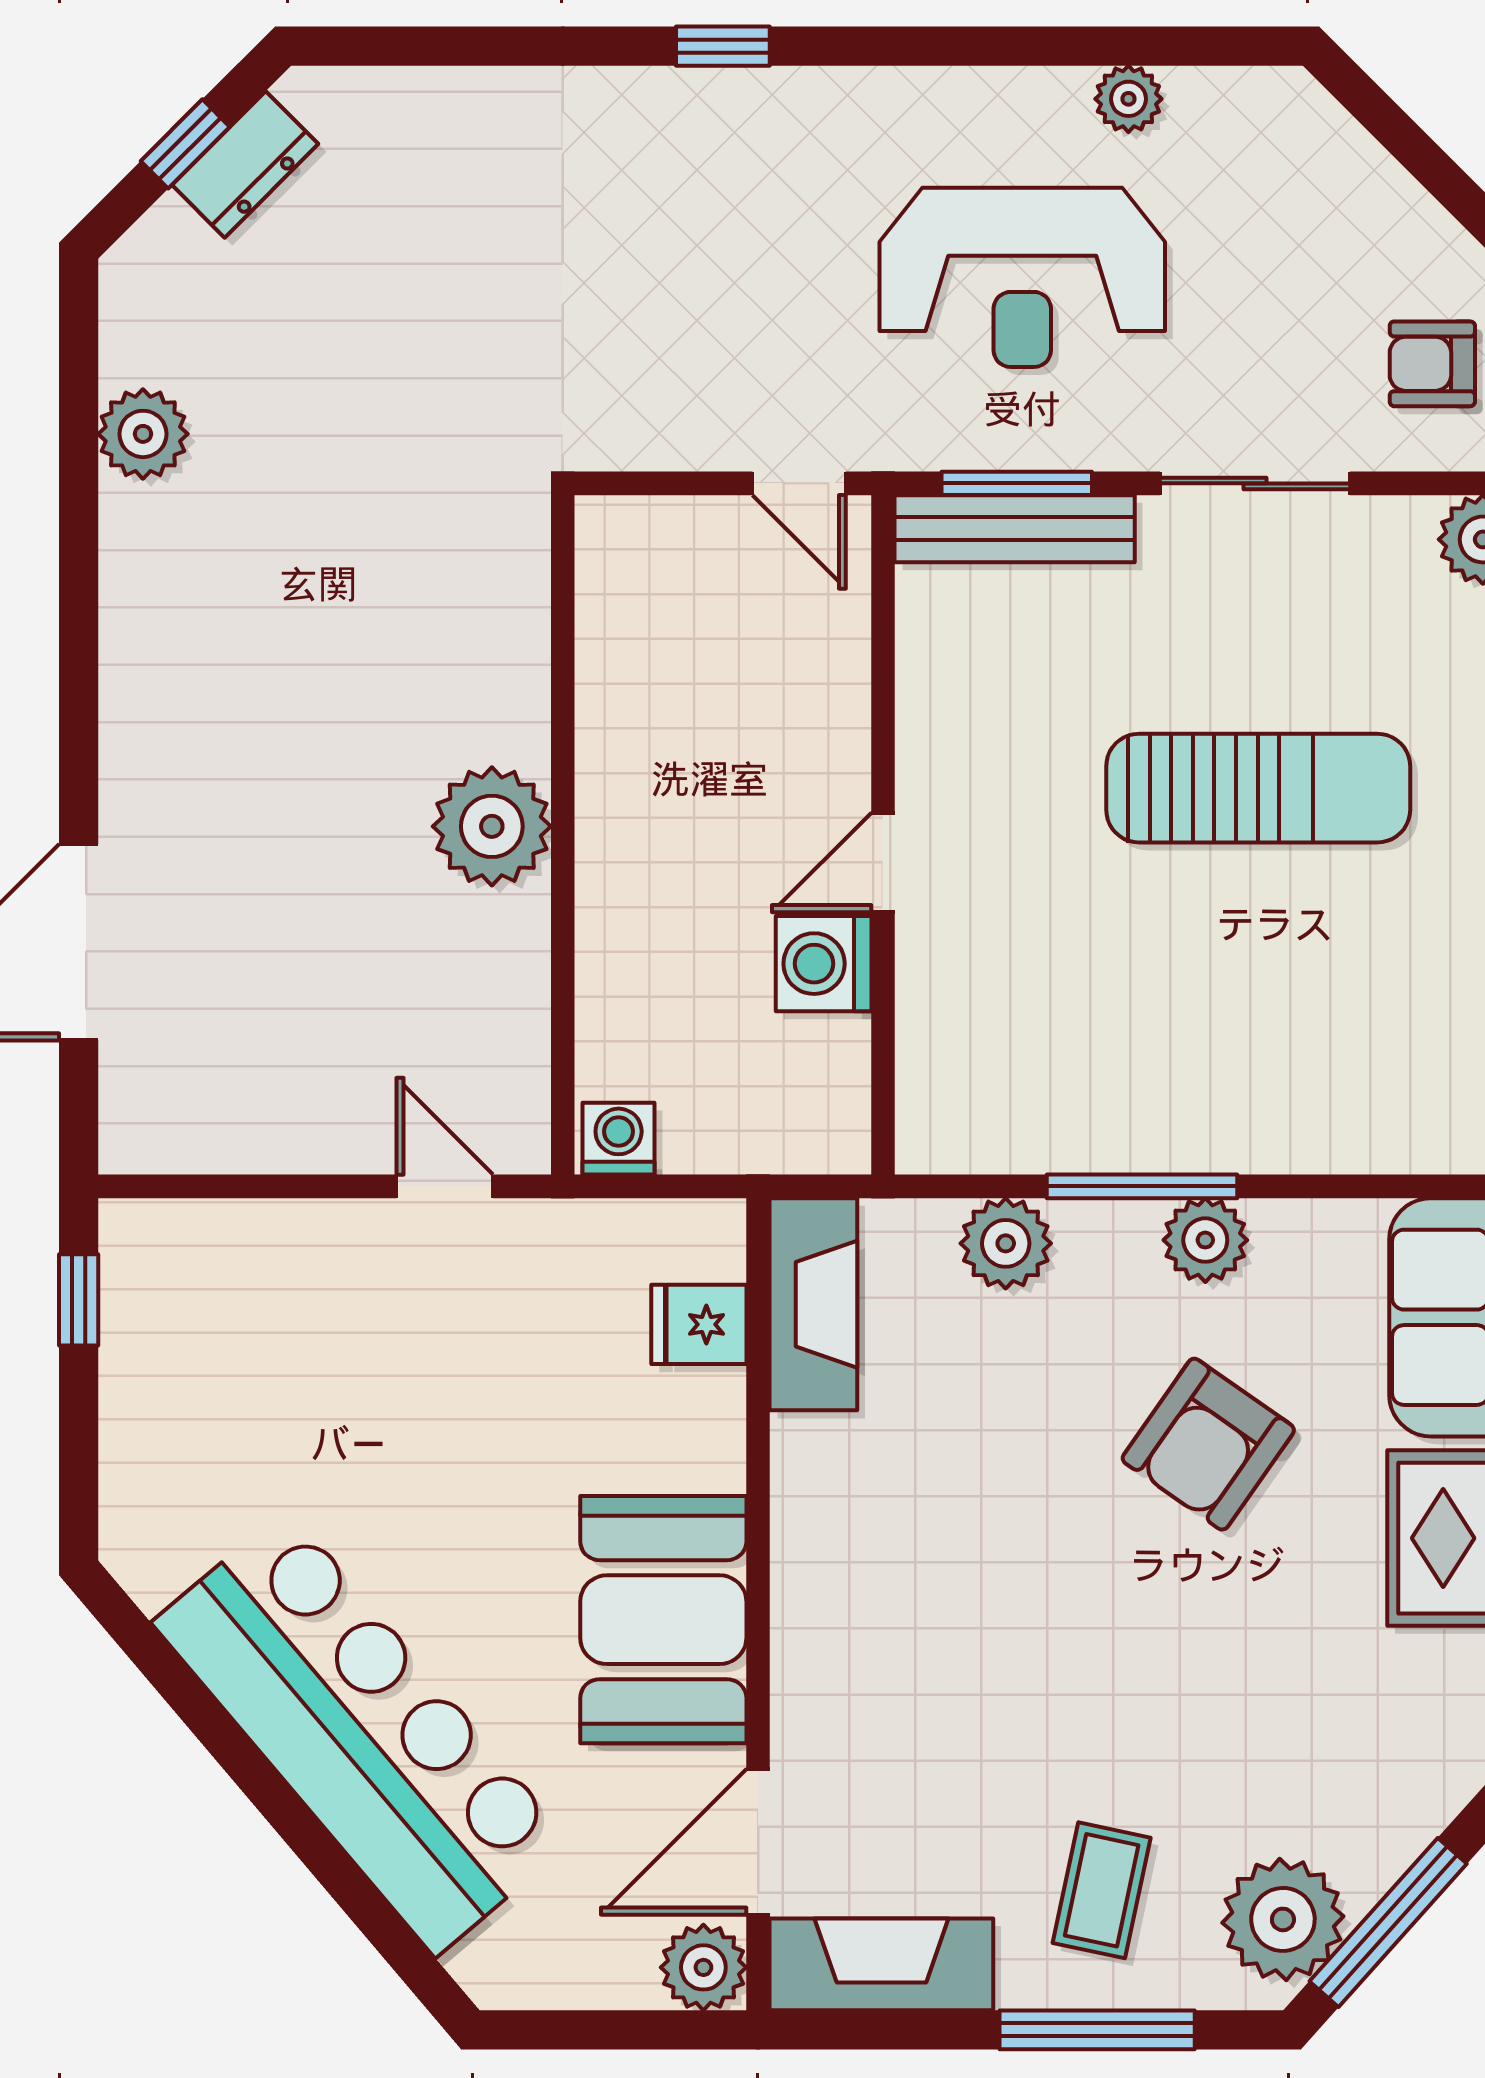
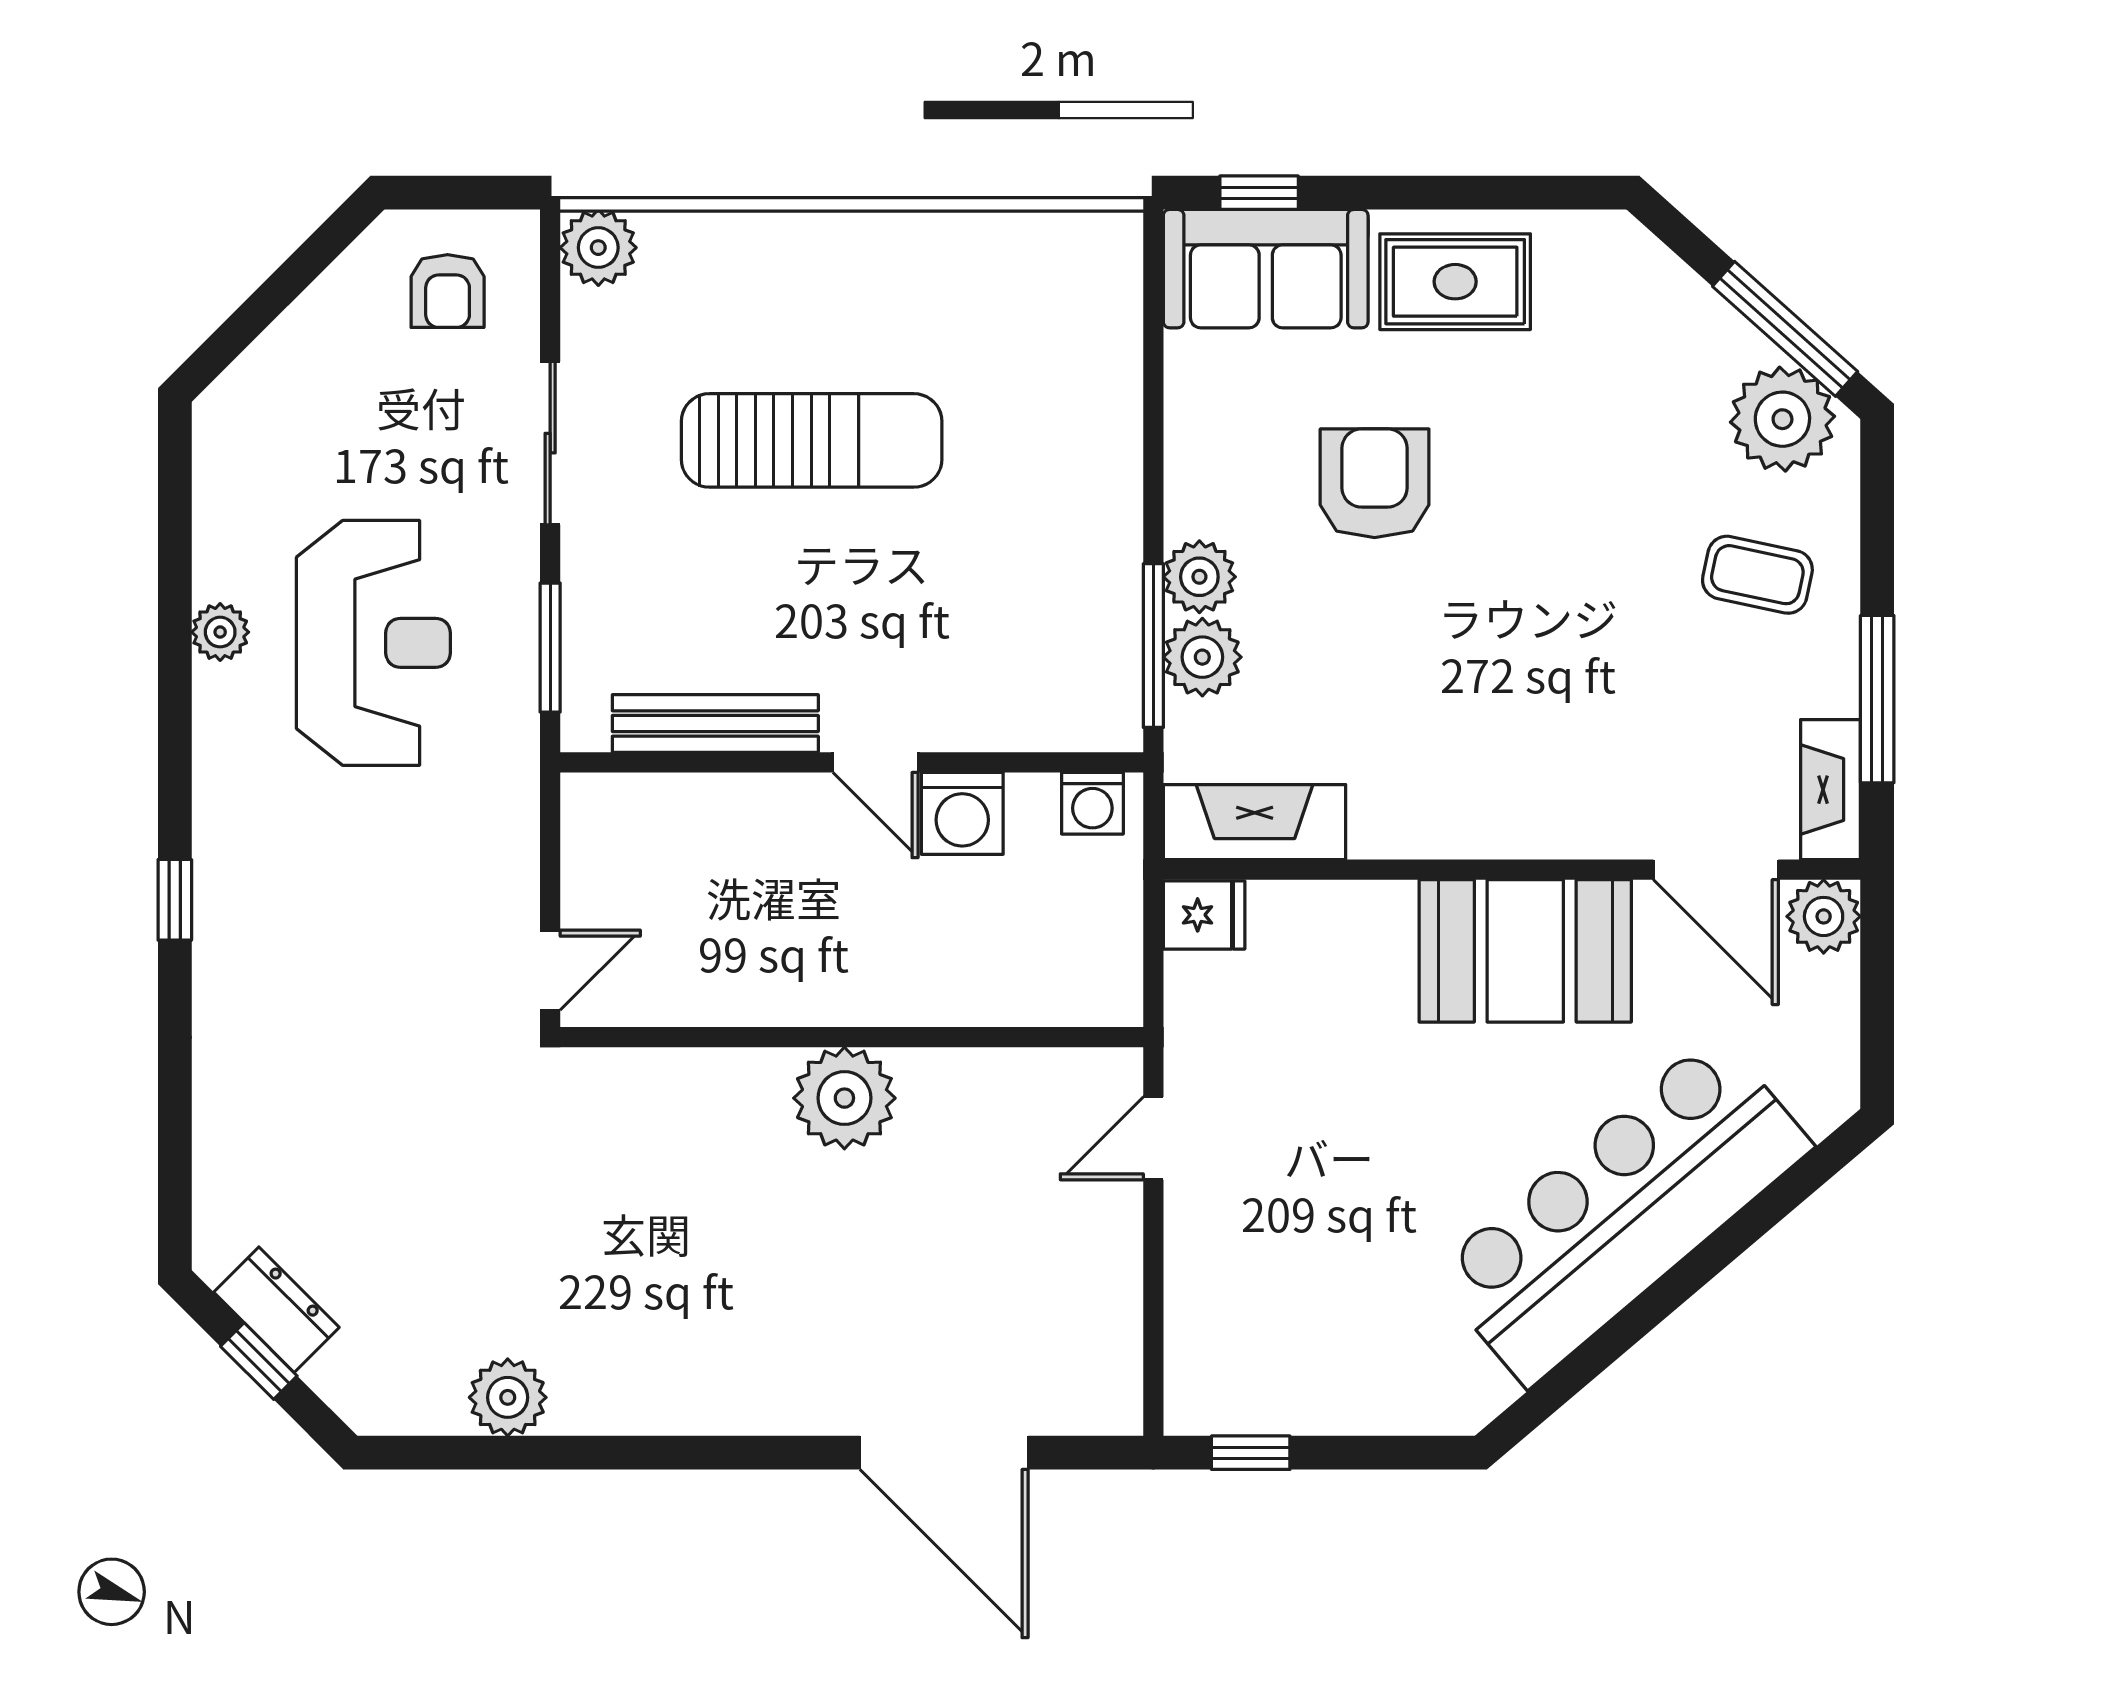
plant: (1128, 99) -> (220, 632), moved
door: (799, 483) -> (550, 970), moved
bench: (1015, 529) -> (715, 723), moved, turned 90
sun lounger: (1258, 788) -> (812, 440), turned 90
washing machine: (619, 1139) -> (1092, 803), moved, turned -90
window: (1142, 1186) -> (1153, 646), moved
plant: (1205, 1240) -> (1199, 577), moved
fridge: (699, 1324) -> (1204, 915), moved, turned -90
armchair: (1208, 1444) -> (1375, 483), turned -125
fireplace: (881, 1964) -> (1830, 790), width x0.73, depth x0.76
window: (1097, 2030) -> (1877, 699), moved

